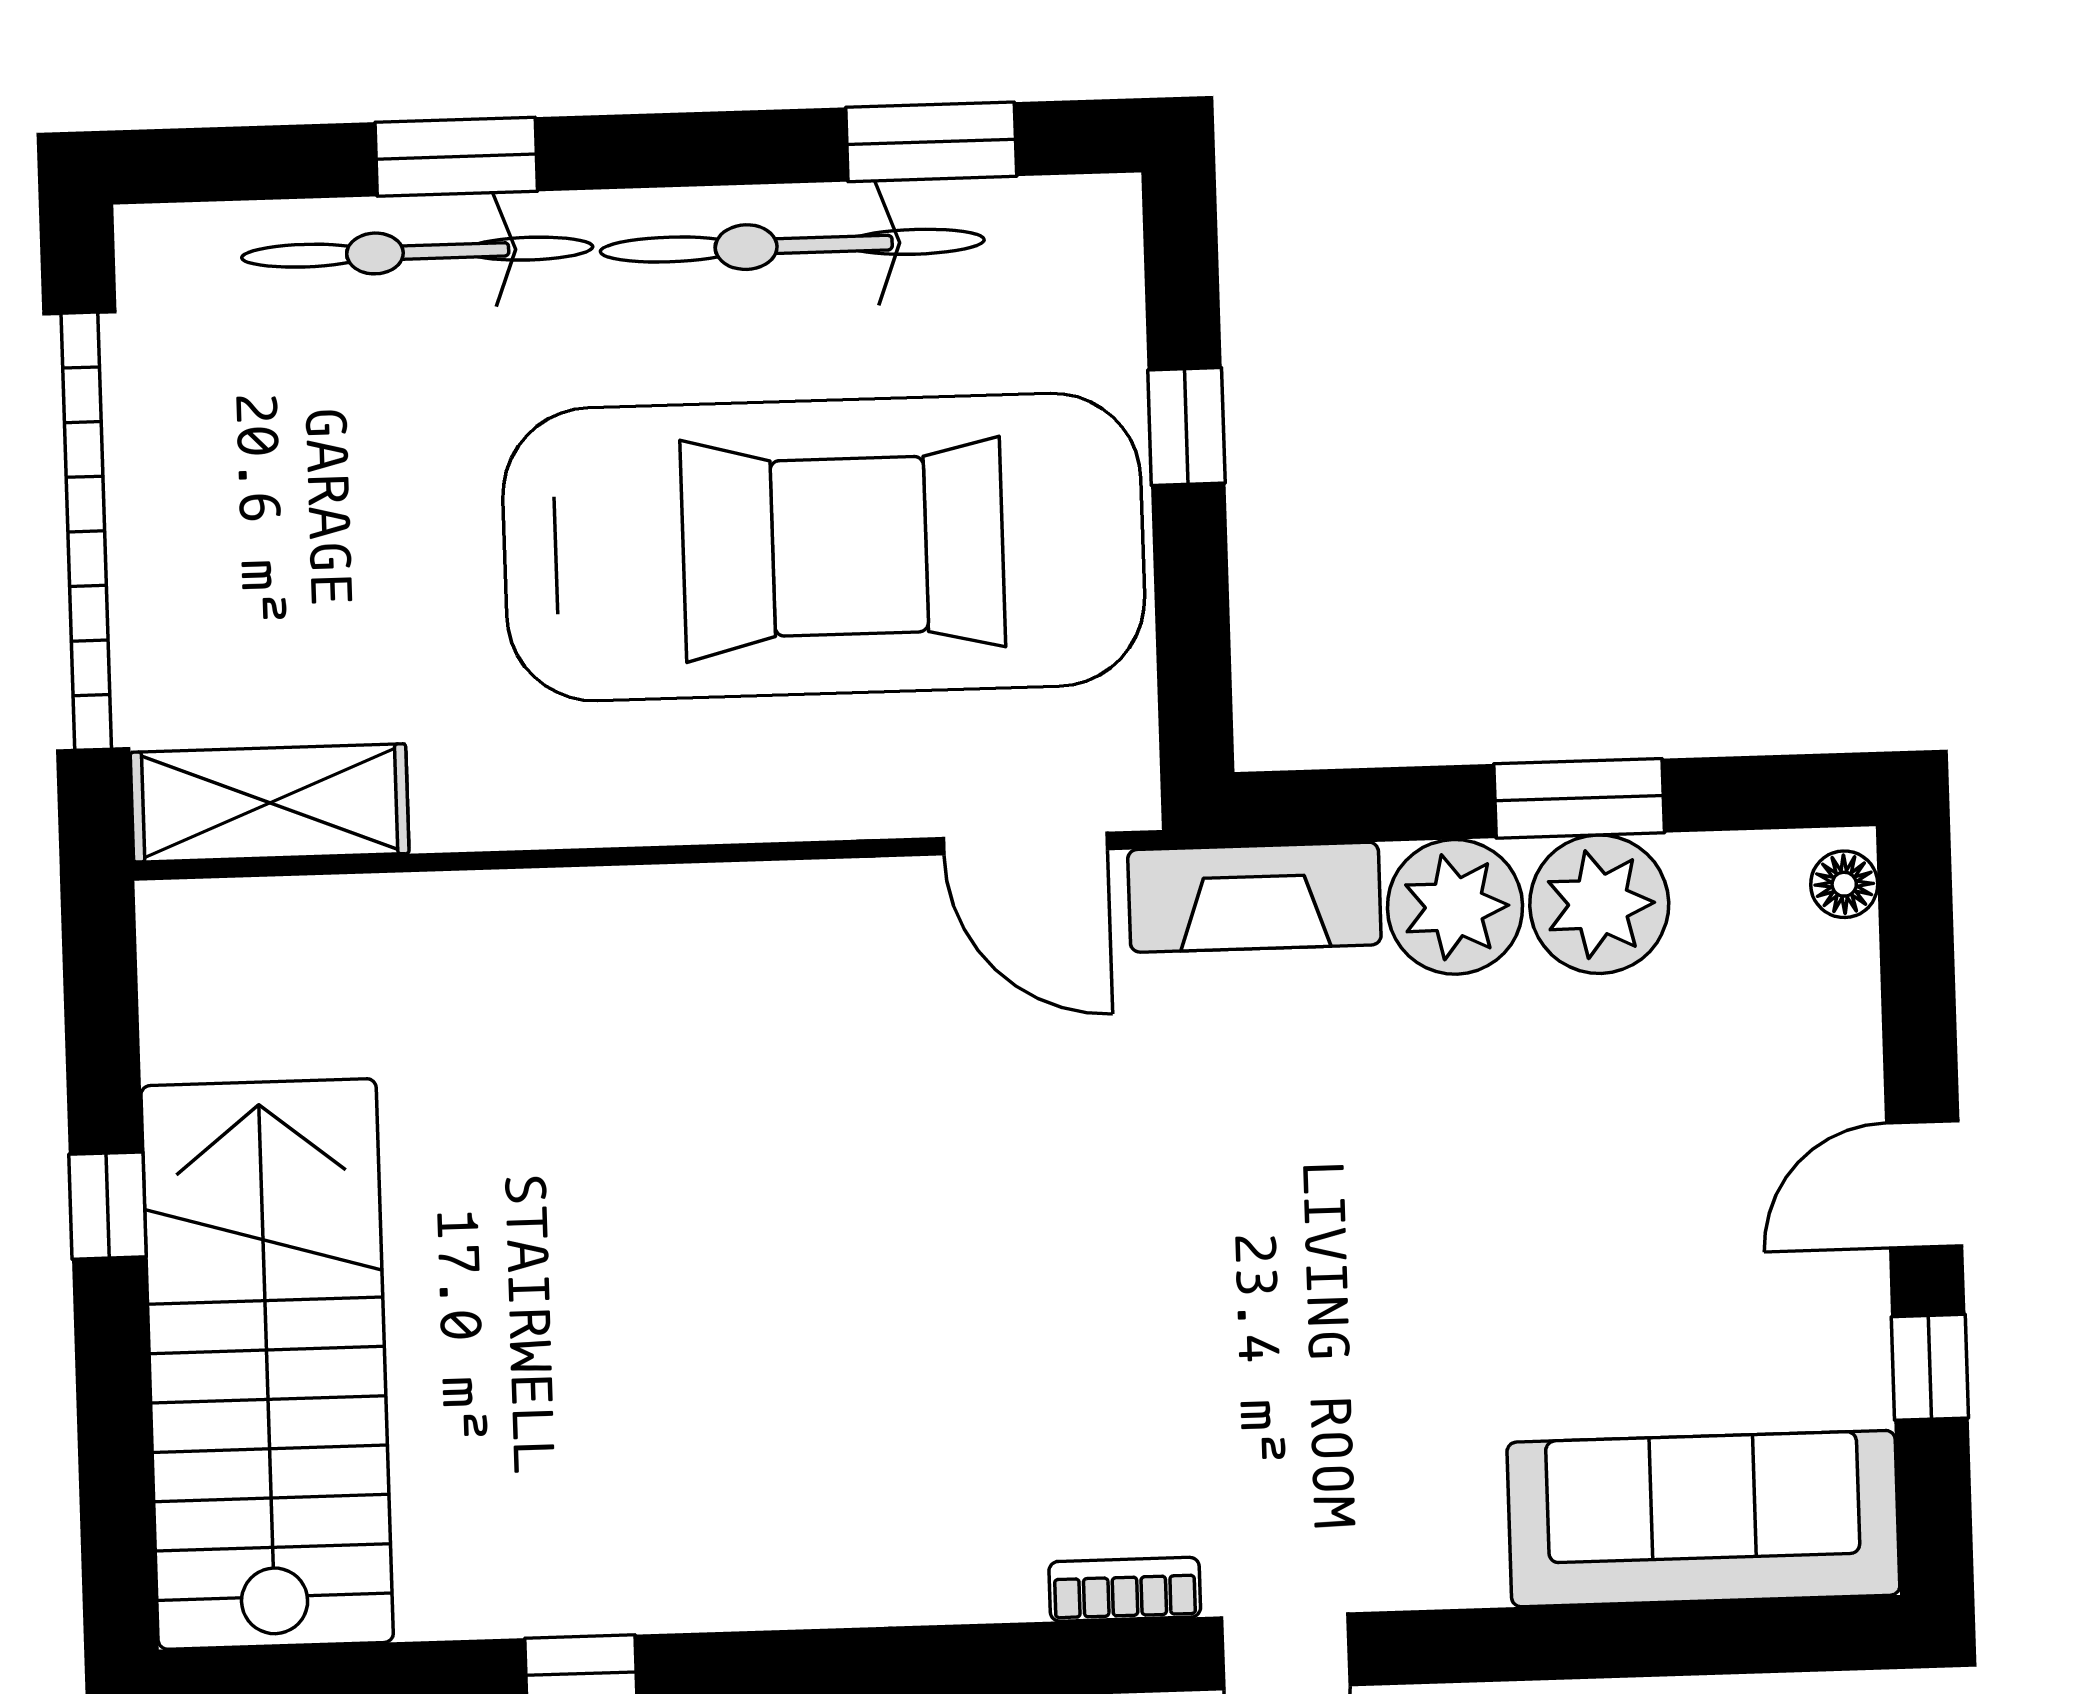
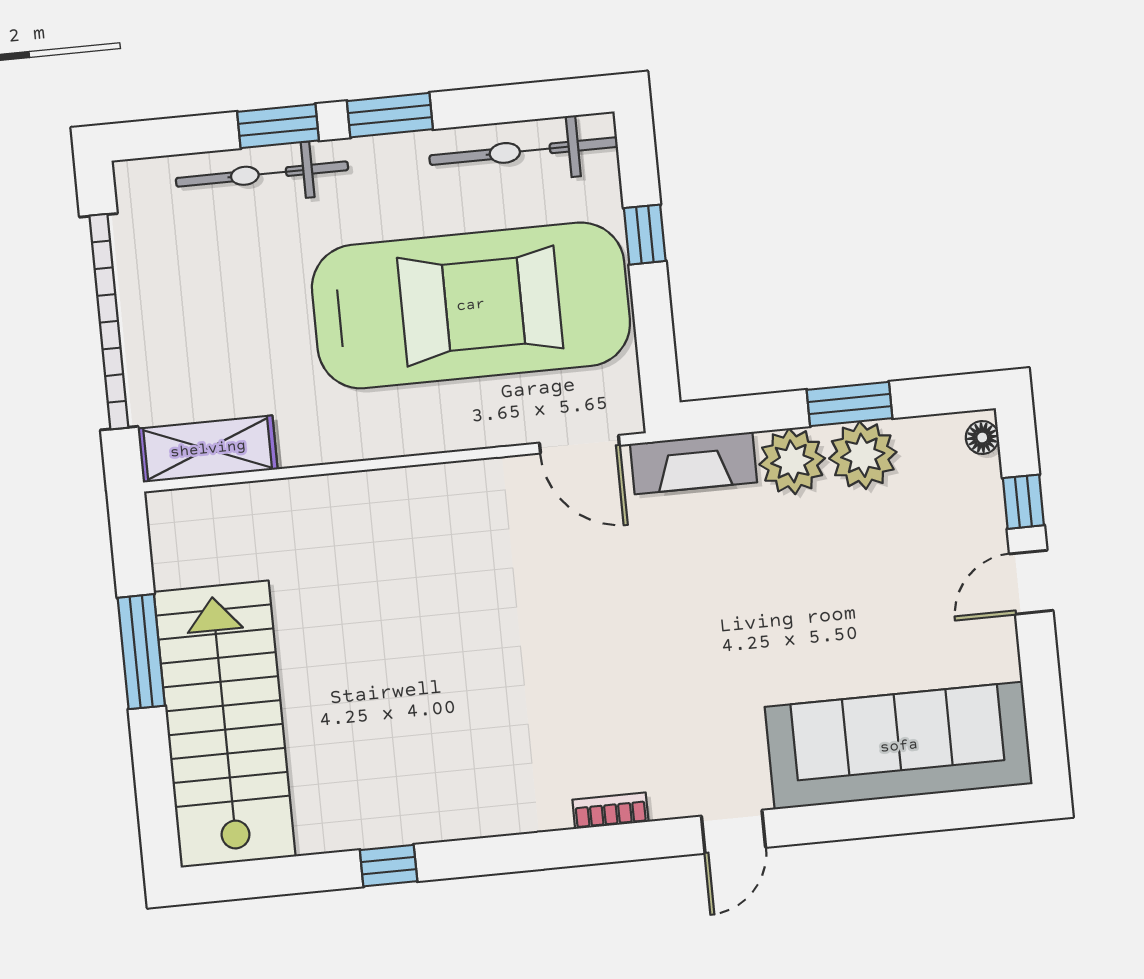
window: (931, 142) -> (390, 115), moved
bicycle: (792, 246) -> (524, 151), moved
window: (107, 1206) -> (141, 652), width x2.17
window: (1930, 1367) -> (1023, 502), moved
sofa: (1703, 1519) -> (899, 746), width x1.36, depth x1.27
bookcase: (1125, 1589) -> (610, 811), moved

